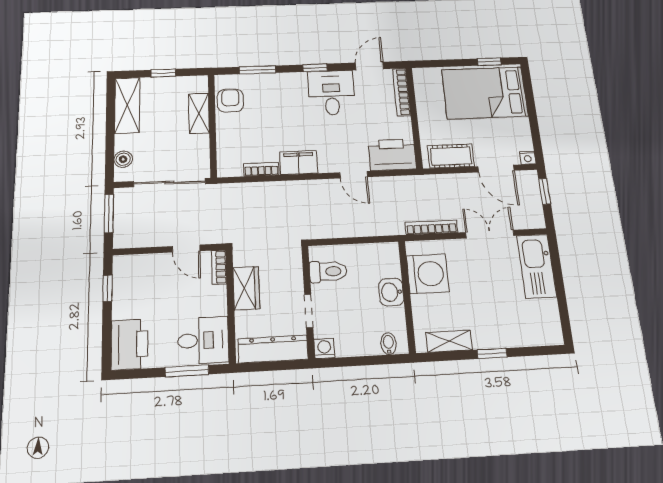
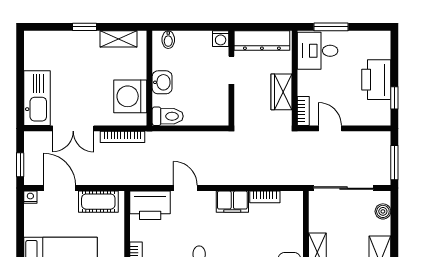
toilet: (328, 272) -> (168, 116), moved, turned 180
printer: (130, 344) -> (376, 80), moved

